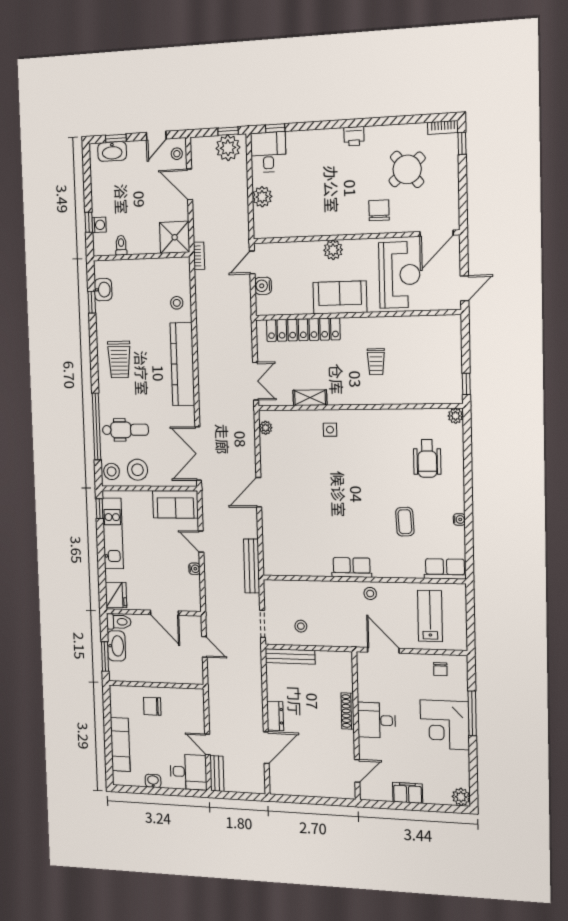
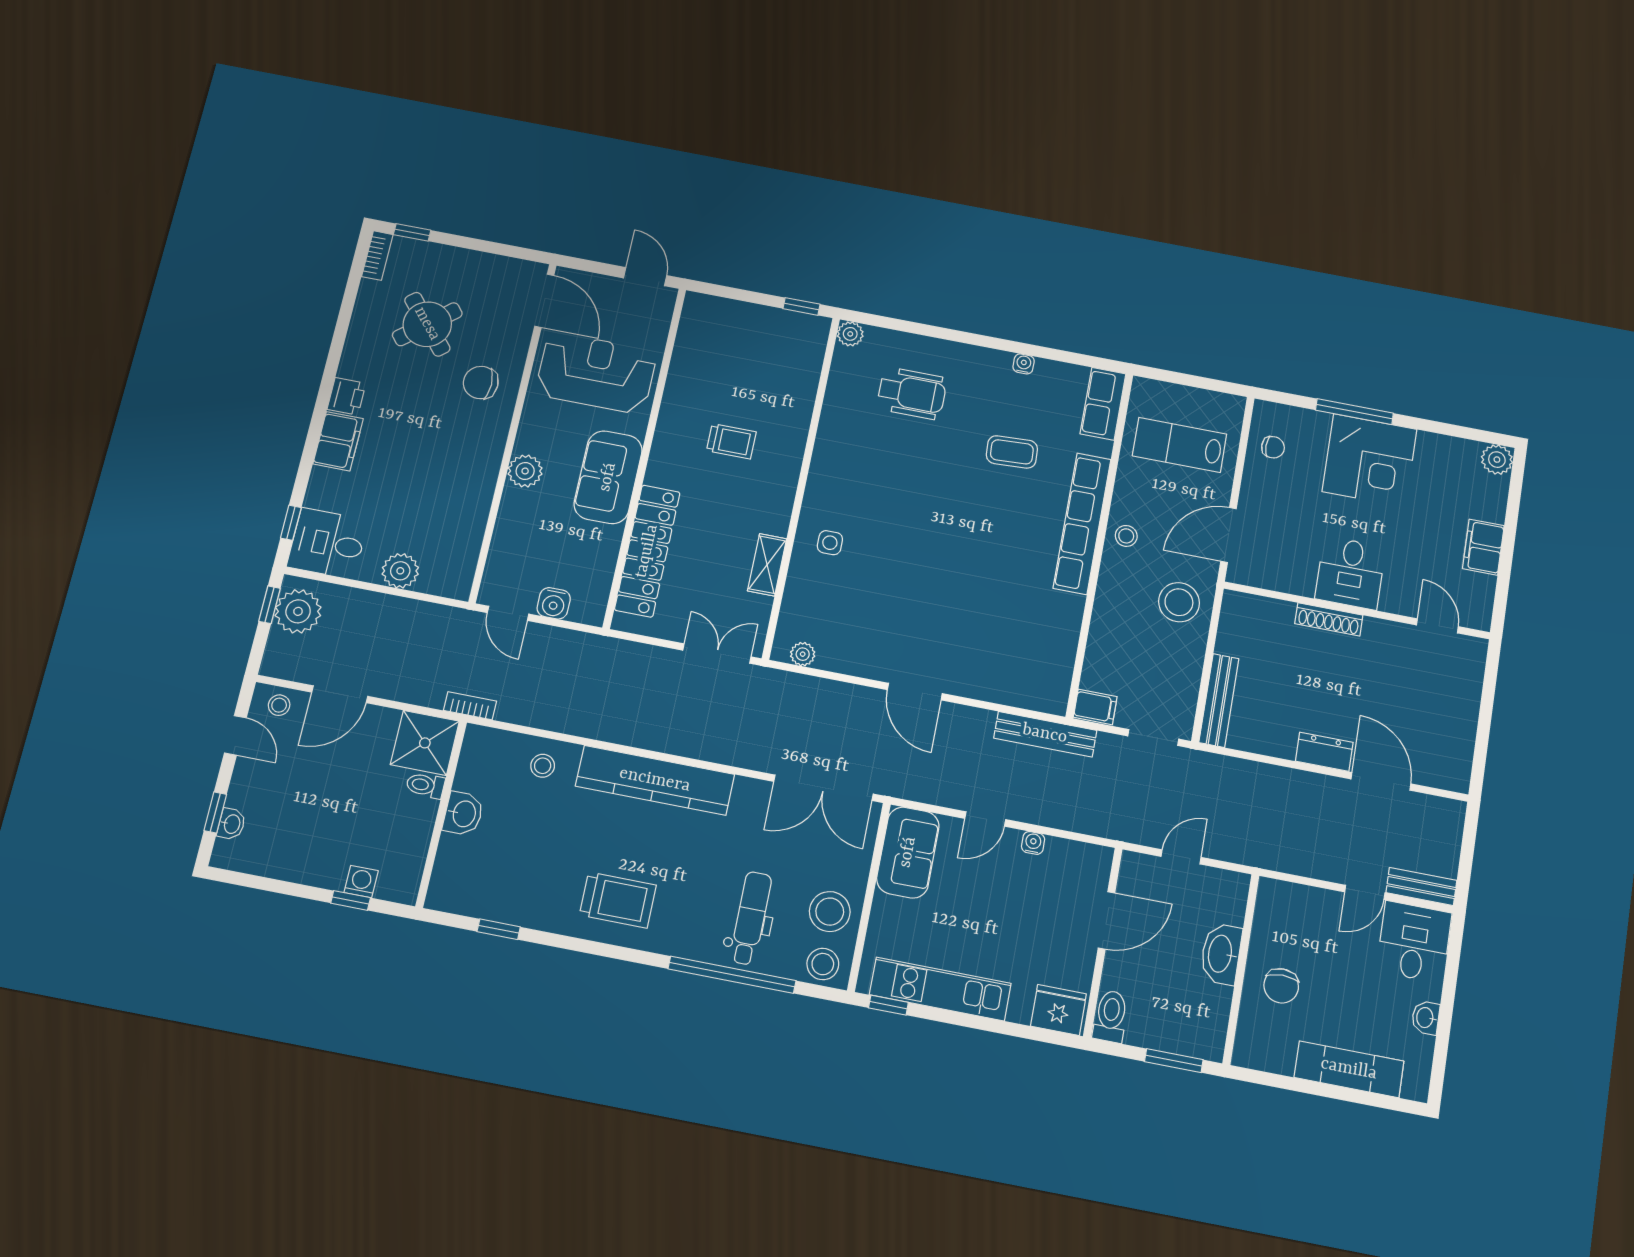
filing cabinet: (327, 140) -> (338, 441), added
washbasin: (112, 151) -> (231, 824), width x0.52, depth x0.69
toilet: (121, 245) -> (425, 785), moved
washbasin: (103, 290) -> (463, 814), moved, turned 90
row of seats: (352, 567) -> (1082, 523), width x2.02
filing cabinet: (272, 591) -> (1095, 707), added
stool: (301, 626) -> (1179, 602), moved, width x1.89, depth x1.89
washbasin: (116, 646) -> (1221, 954), moved, turned -90

